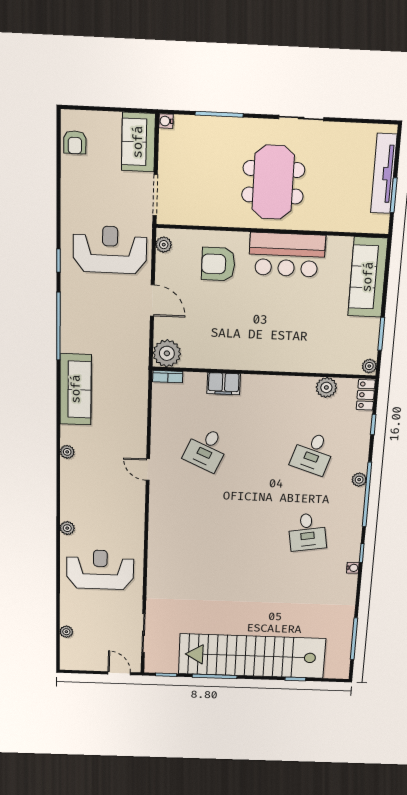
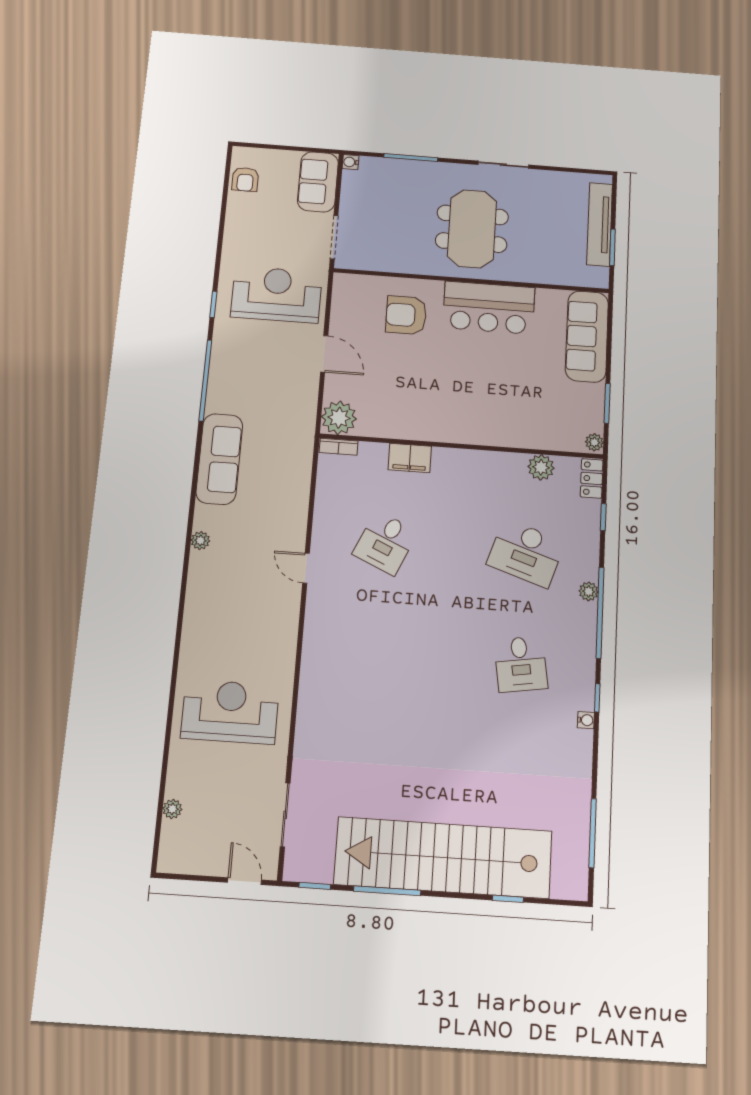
plant: (164, 245) -> (341, 291), removed
desk: (313, 453) -> (526, 553), width x1.37
plant: (67, 528) -> (190, 648), removed

